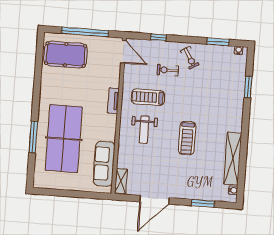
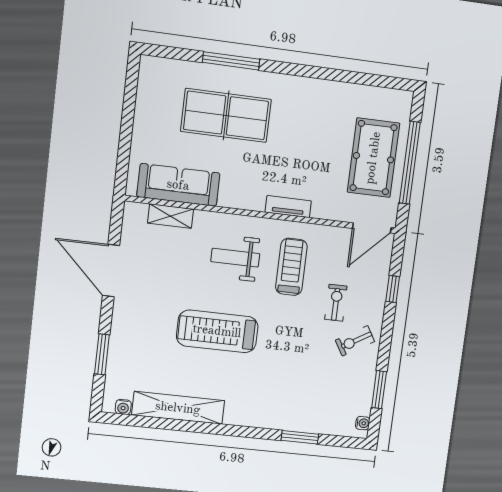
pool table: (66, 55) -> (373, 158), moved
treadmill: (187, 138) -> (217, 331), width x1.37, depth x1.38
table tennis table: (64, 139) -> (226, 115), width x0.73, depth x0.76
shelving: (121, 181) -> (171, 216), moved

